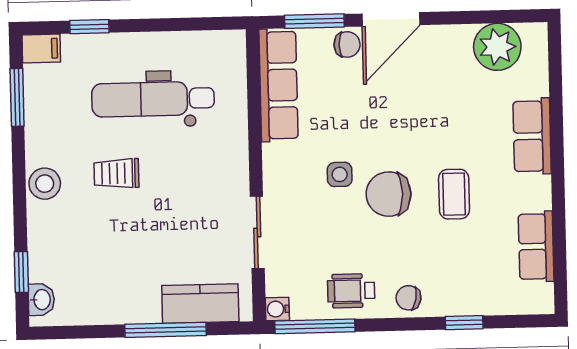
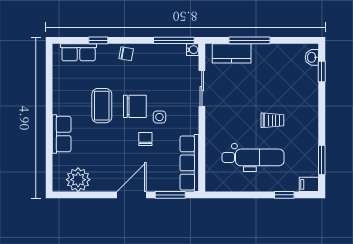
chair: (347, 44) -> (145, 139), moved, turned 90
stool: (45, 184) -> (309, 116), removed
coffee table: (454, 194) -> (102, 106), width x1.36, depth x1.30
row of seats: (536, 246) -> (79, 52), moved, turned 90
wheelchair: (351, 291) -> (155, 58), removed

